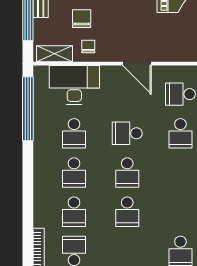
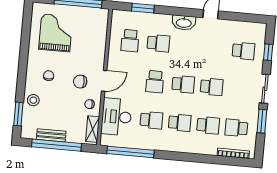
chair: (82, 19) -> (80, 82), moved
door: (137, 64) -> (104, 81), moved

